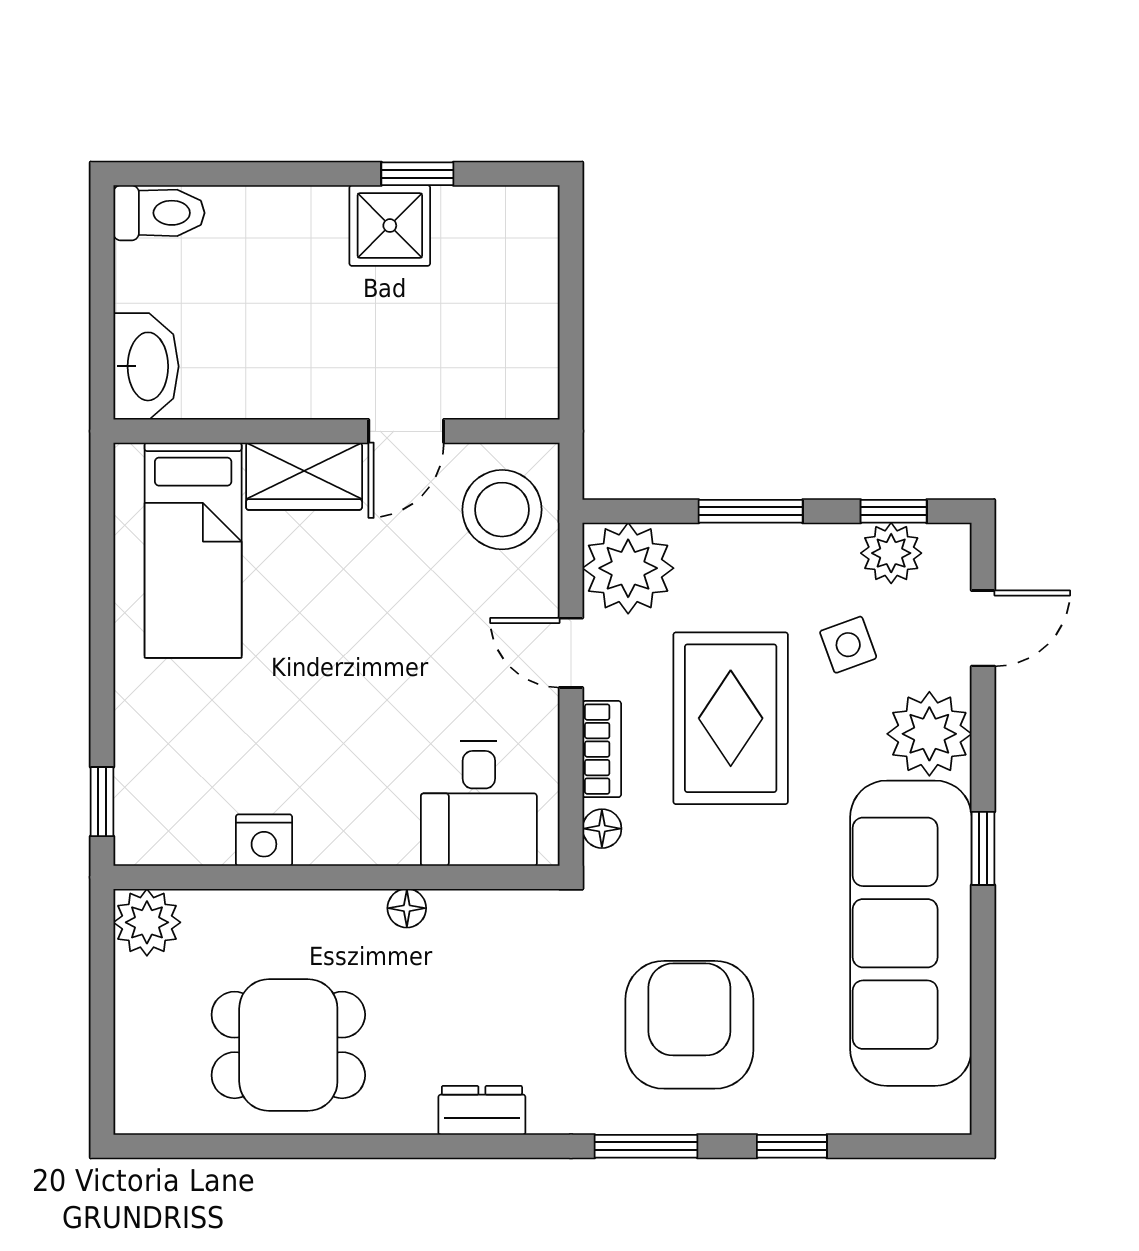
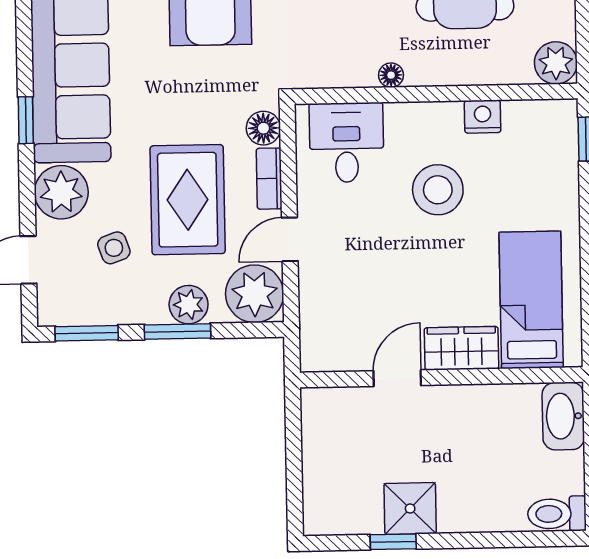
stool: (502, 510) -> (438, 190), moved
window: (894, 511) -> (87, 333), width x1.50
plant: (891, 553) -> (189, 305), moved
door: (571, 653) -> (290, 239), swing flipped
floor lamp: (602, 829) -> (263, 128), width x1.37, depth x1.37

